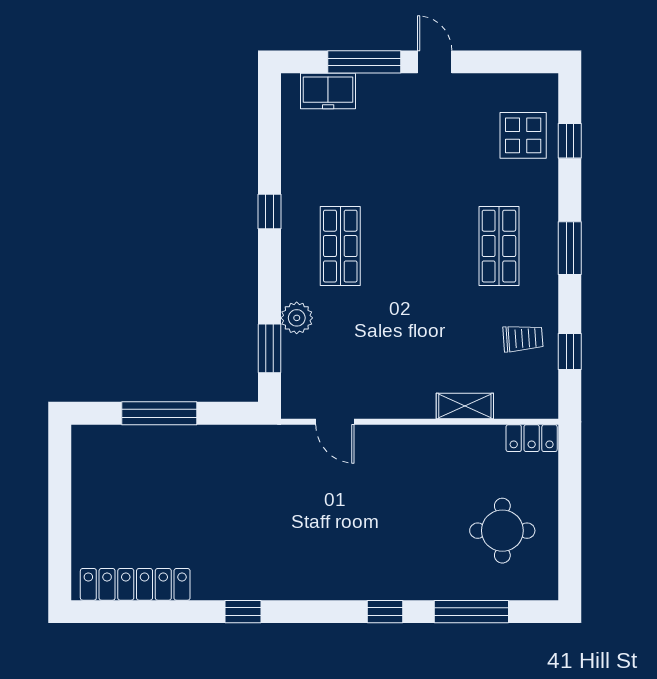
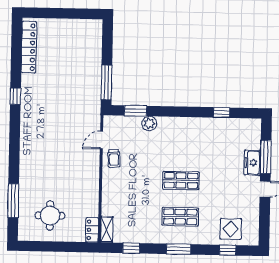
freezer: (328, 91) -> (252, 163), moved
window: (269, 211) -> (222, 113), moved
shop shelf: (340, 246) -> (181, 180), moved
trolley: (523, 338) -> (114, 158), moved
shelving: (465, 406) -> (107, 229), moved
window: (159, 413) -> (107, 82), moved
window: (385, 612) -> (14, 161), removed

